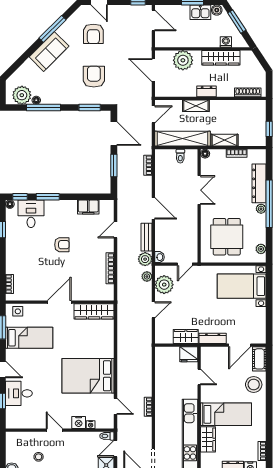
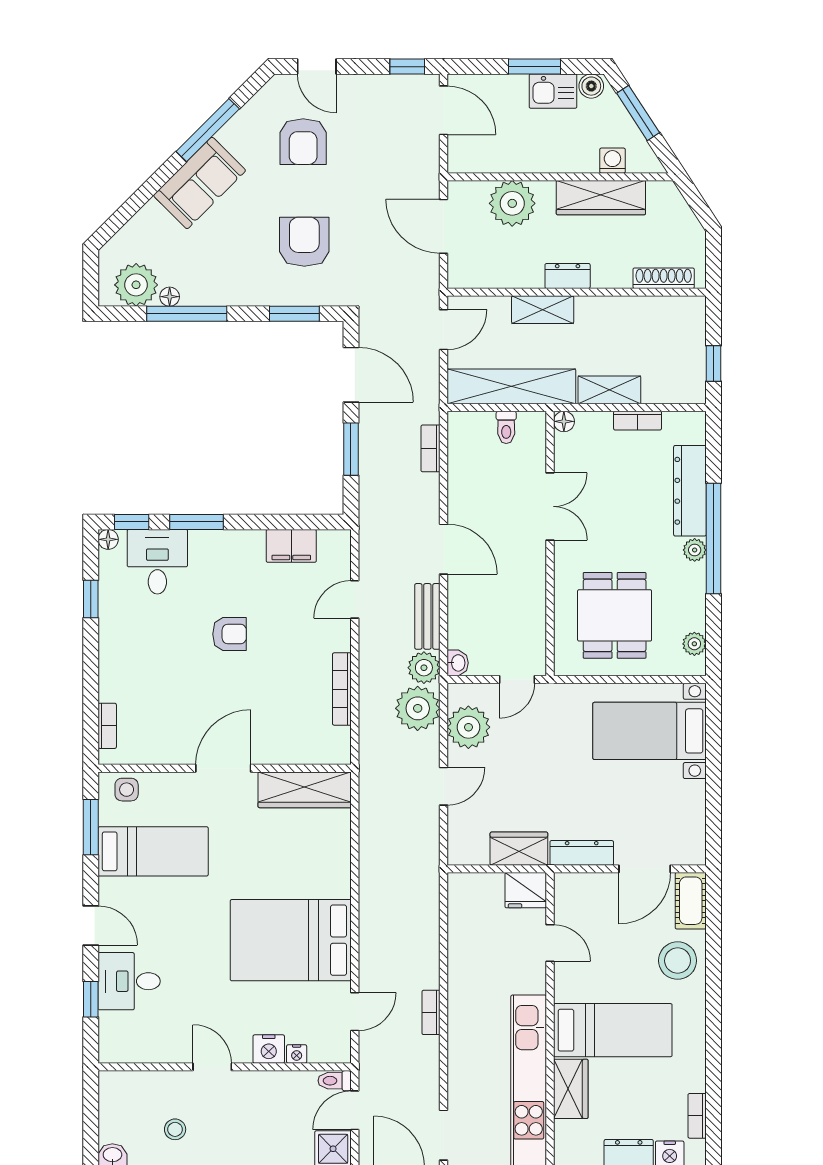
plant: (147, 277) -> (418, 708), width x1.88, depth x1.88
door: (115, 406) -> (355, 1012), hinge flipped

